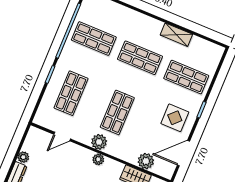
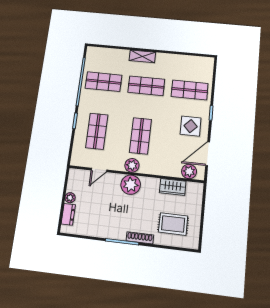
shelving: (176, 35) -> (142, 56), moved
plant: (98, 159) -> (131, 185), width x1.88, depth x1.88
plant: (146, 161) -> (189, 171), moved

